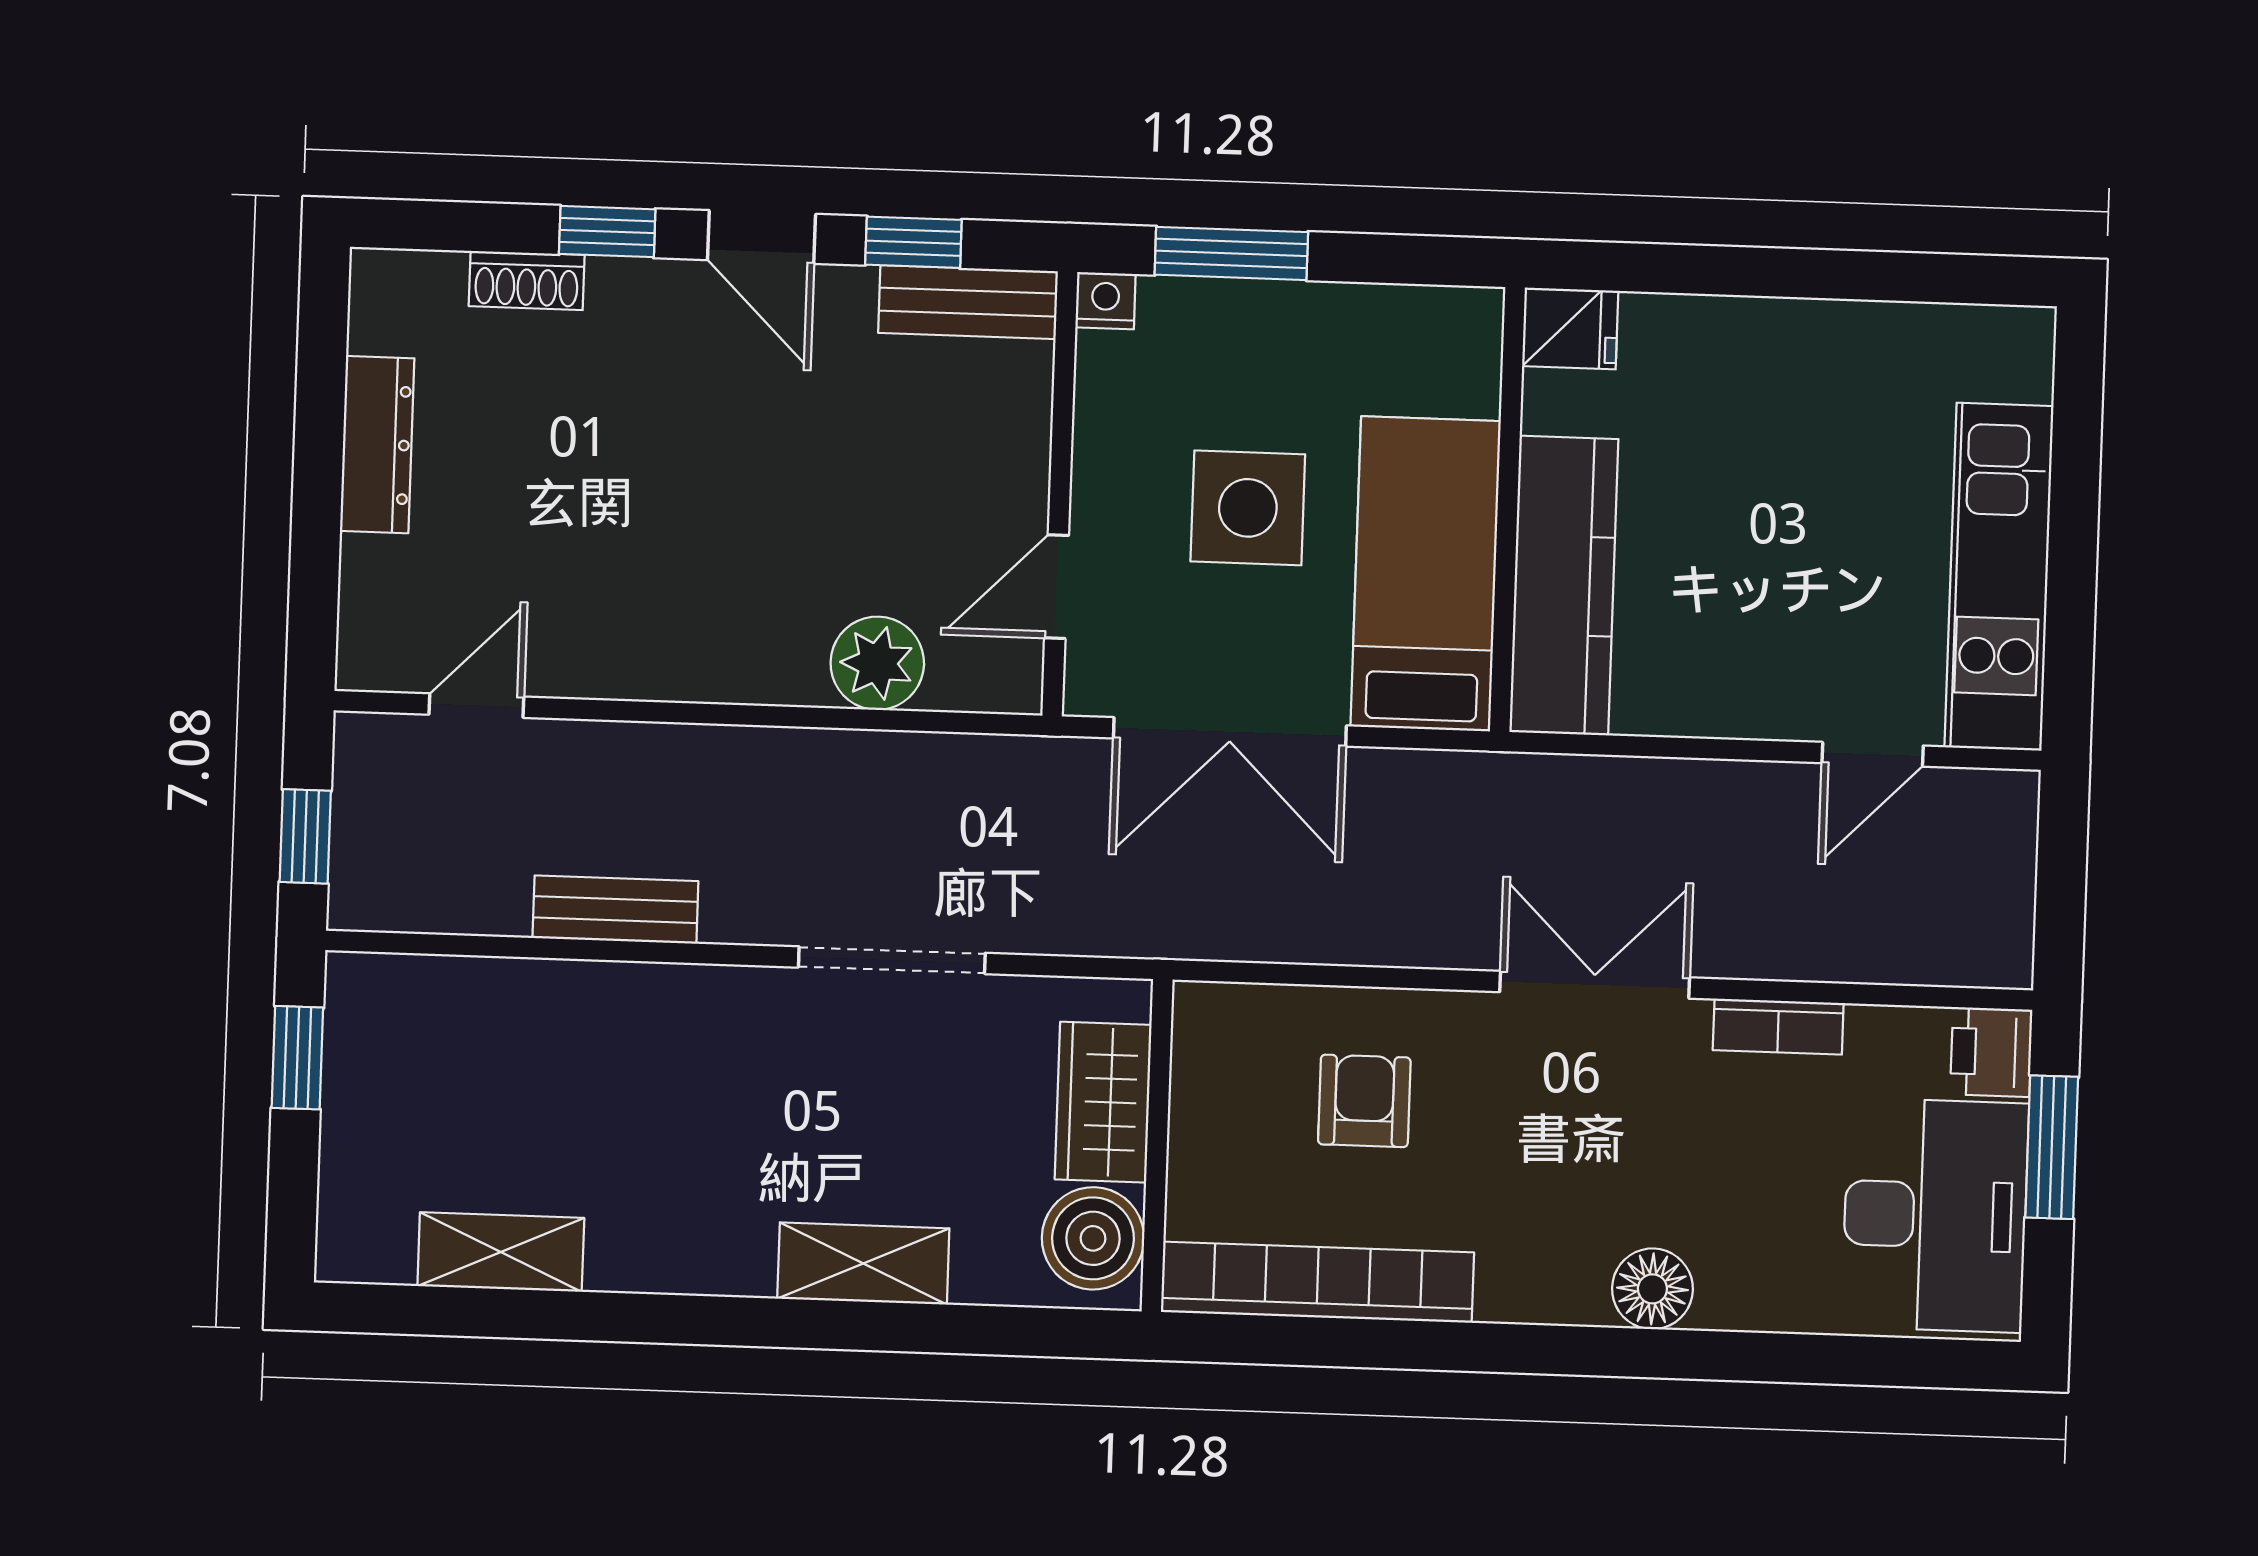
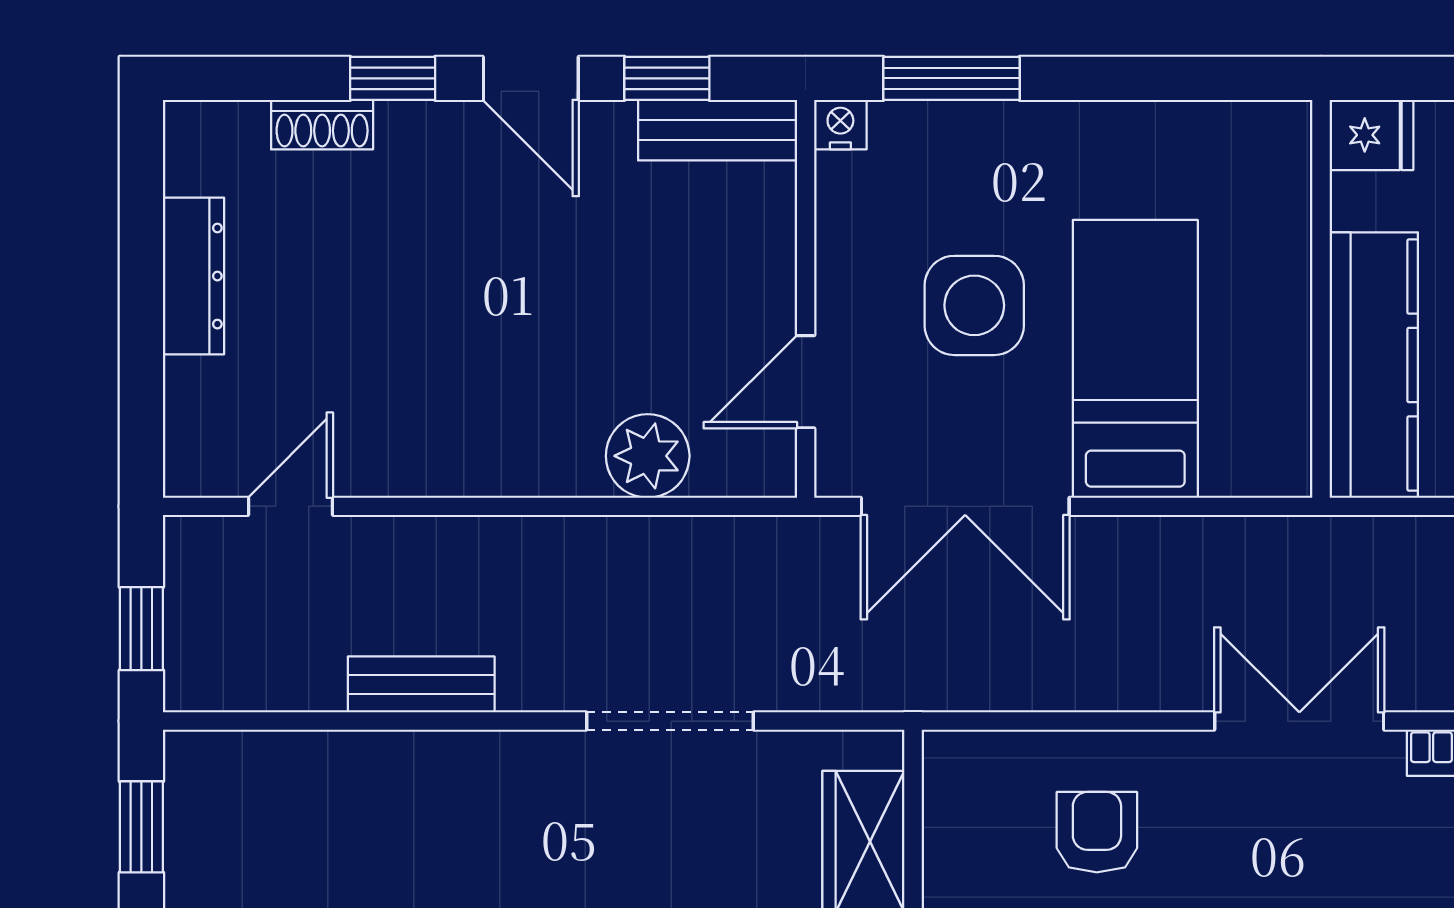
fridge: (1570, 329) -> (1371, 135), moved
wall: (1507, 510) -> (1321, 299), moved
kitchen counter: (1564, 586) -> (1374, 365), moved

